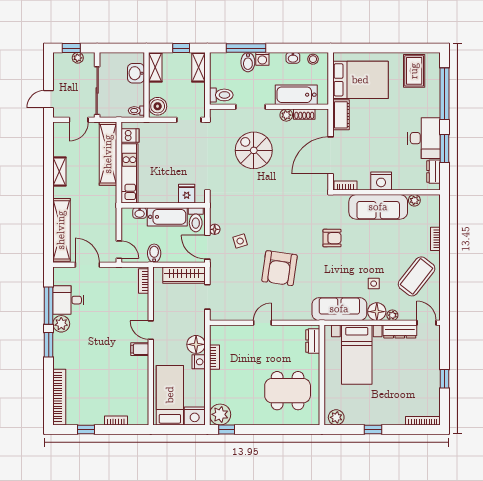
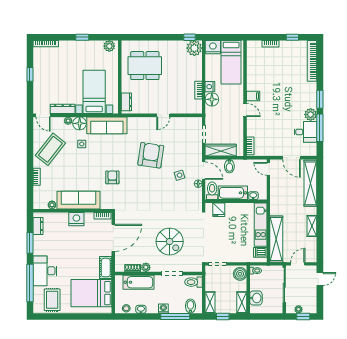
bidet: (248, 62) -> (190, 306), moved
desk: (424, 138) -> (45, 271), moved
armchair: (332, 238) -> (112, 177), turned 90
bidet: (154, 253) -> (229, 166), moved

